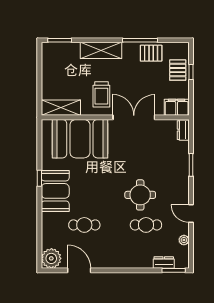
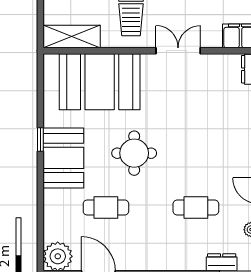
double door: (134, 117) -> (178, 51), width x0.73
round table: (140, 195) -> (134, 153), moved

